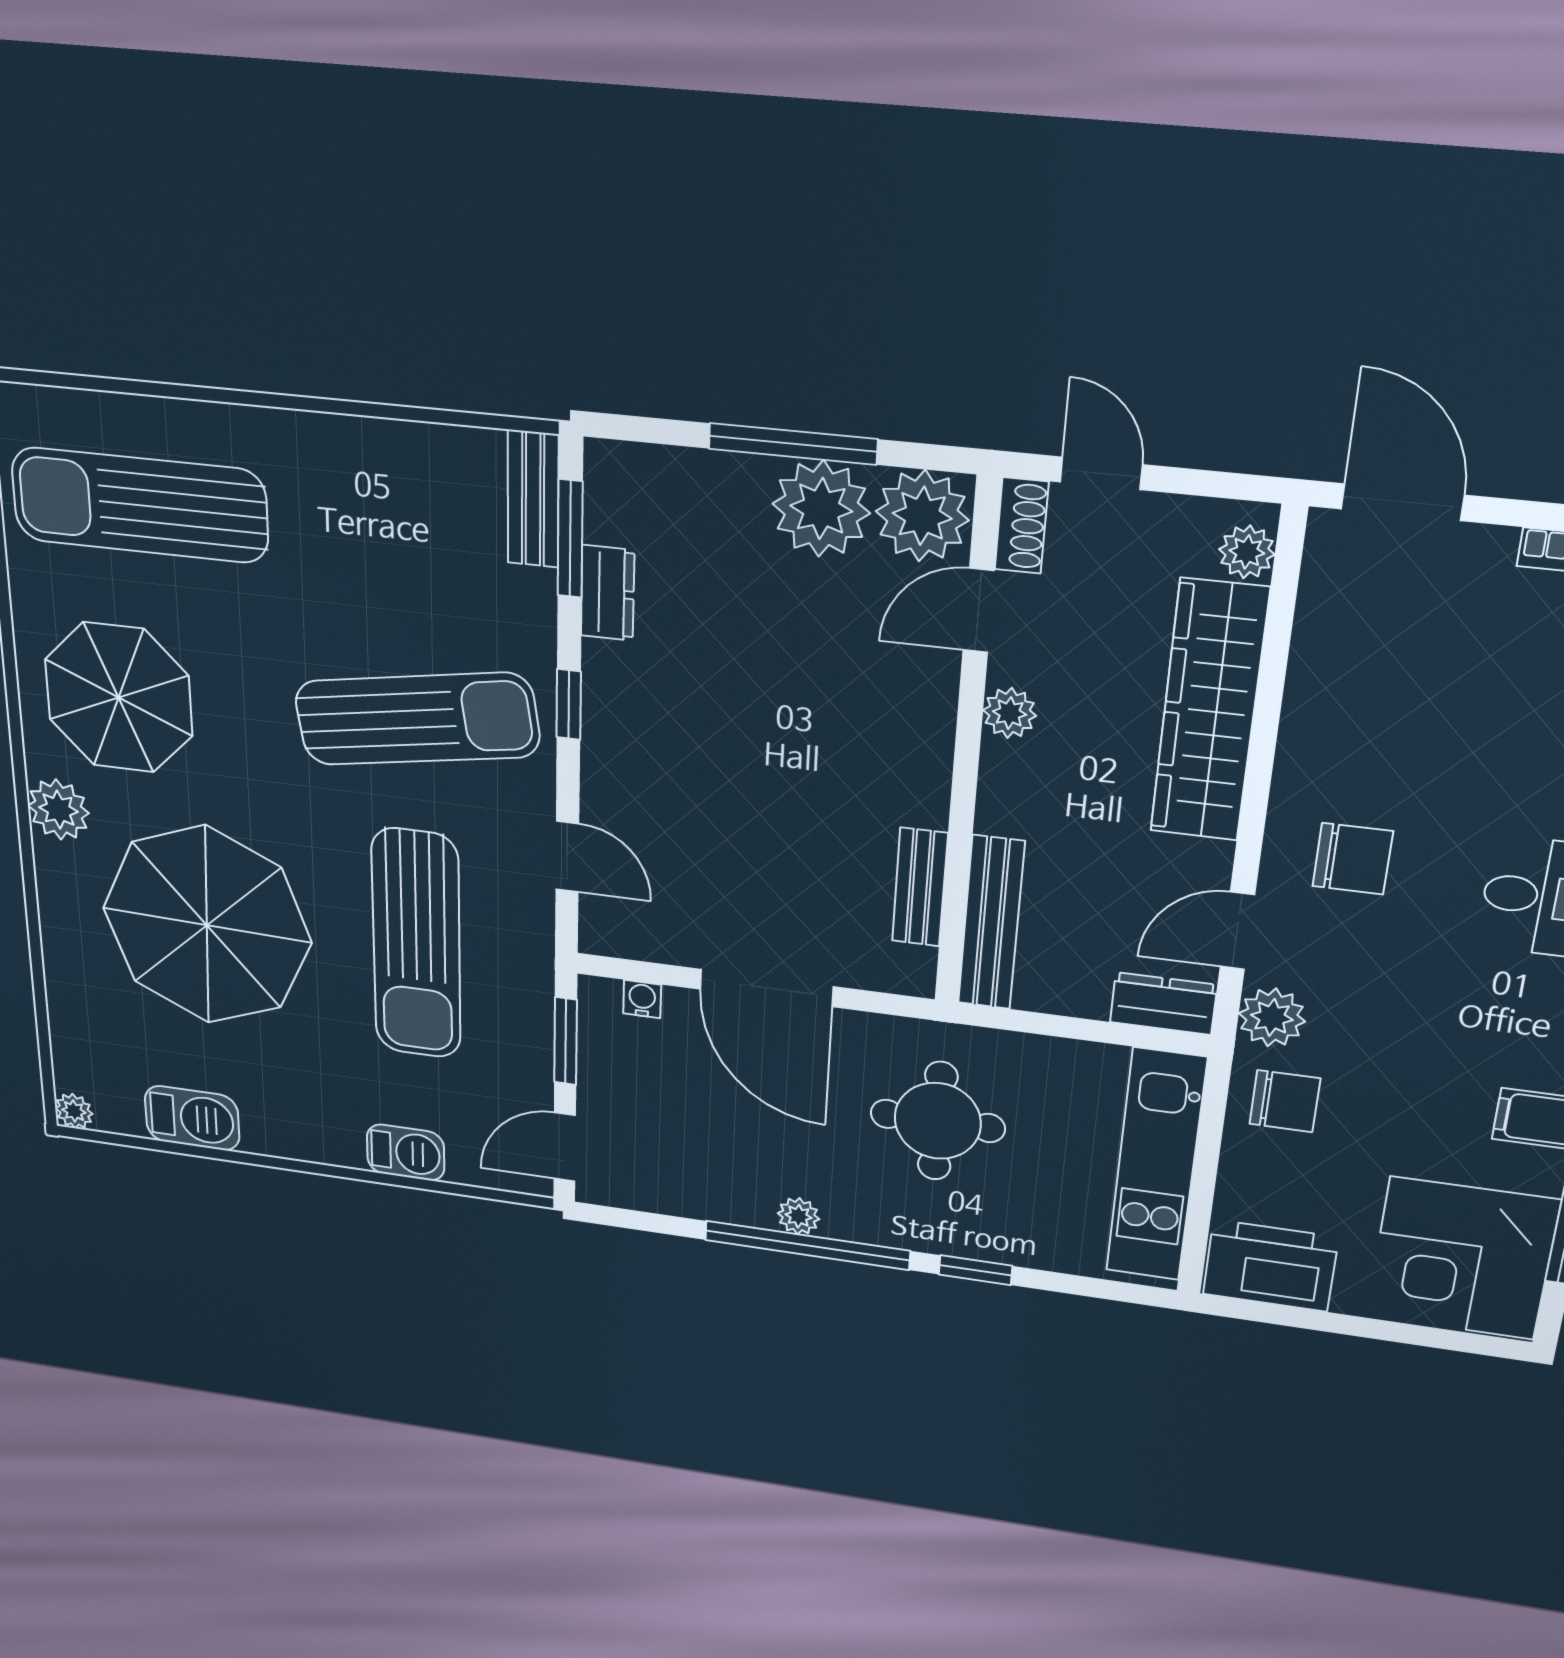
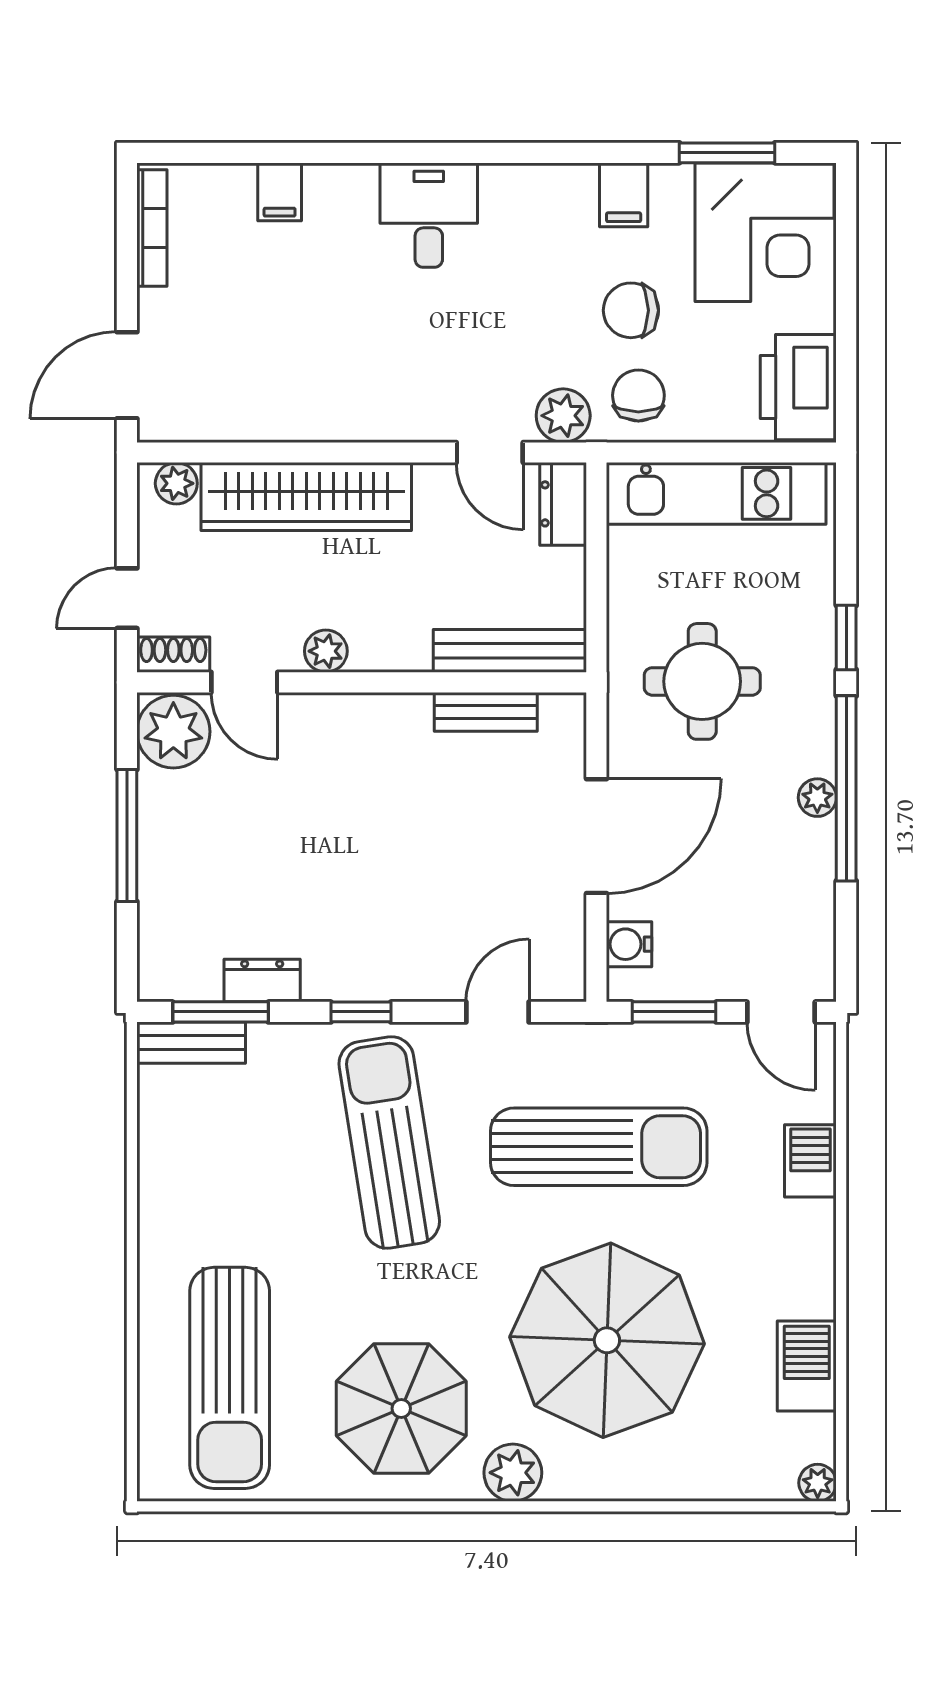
plant: (821, 509) -> (176, 811), removed
chair: (1353, 859) -> (631, 310), moved, turned -90
water cooler: (642, 999) -> (629, 944), width x1.38, depth x1.38

